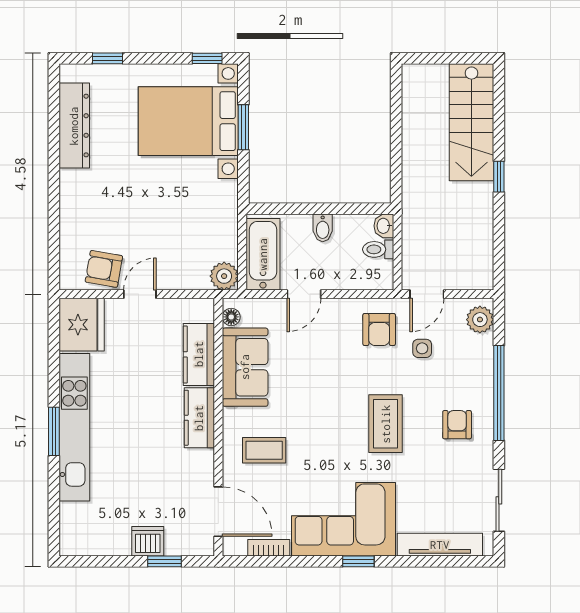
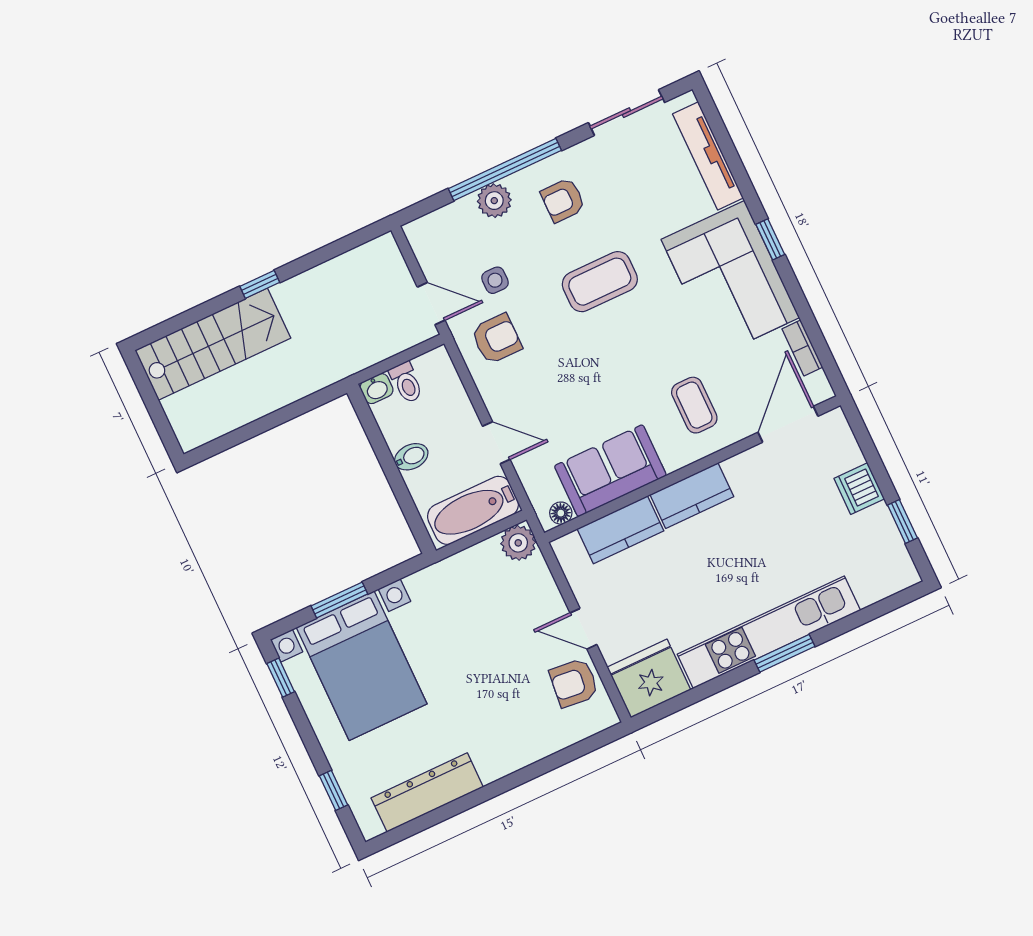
armchair: (104, 269) -> (574, 683), turned 86
plant: (480, 320) -> (494, 201), moved
window: (165, 561) -> (902, 522), moved

